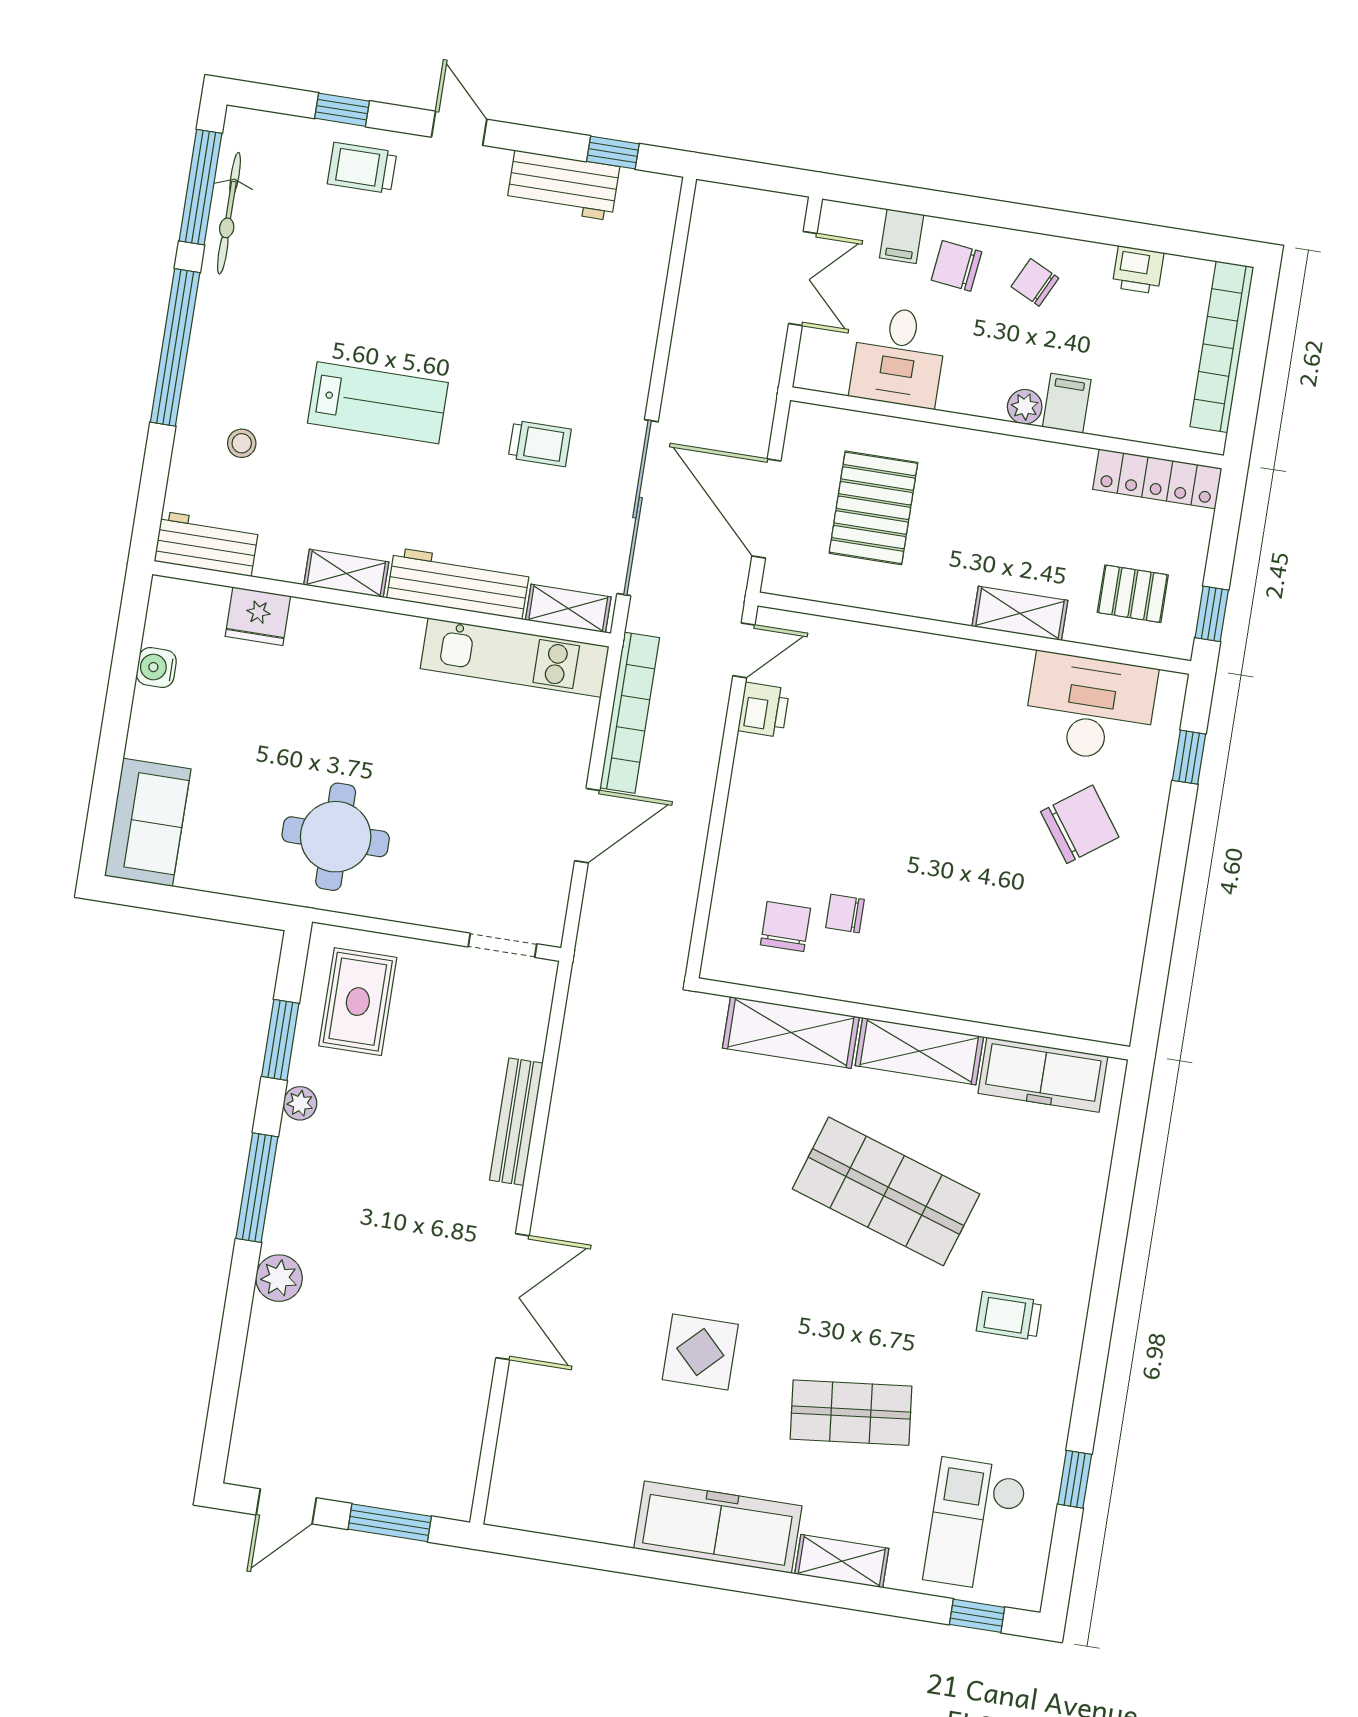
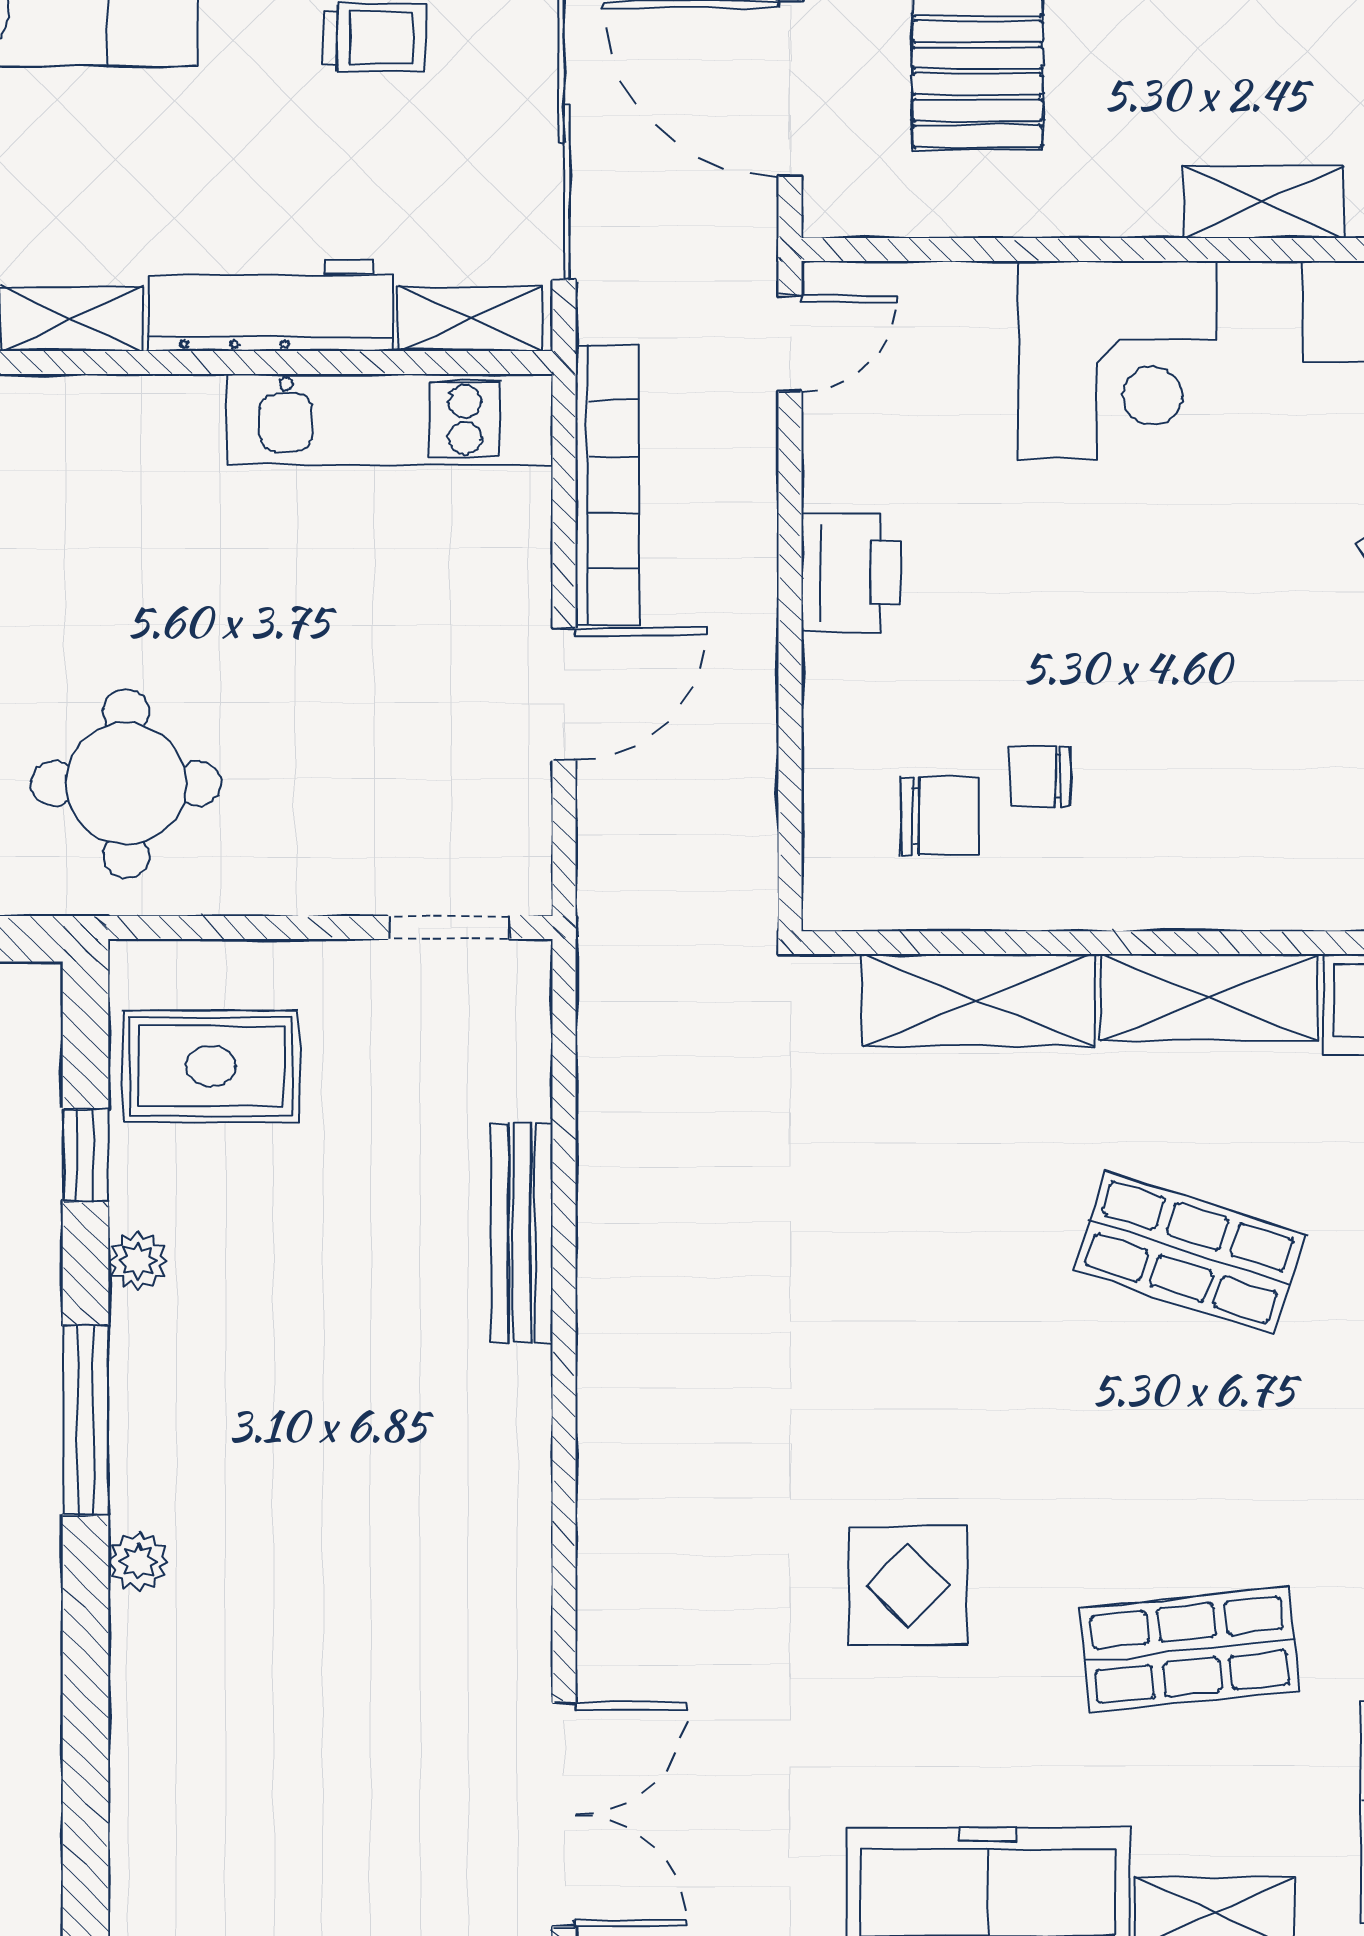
corner desk: (924, 688) -> (1117, 360), added
printer: (764, 710) -> (851, 573), moved, width x1.36, depth x1.24
chair: (785, 927) -> (940, 816), turned 90
rug: (358, 1002) -> (211, 1066), turned 90
window: (280, 1040) -> (86, 1155), width x0.67
shop shelf: (886, 1191) -> (1189, 1252), width x0.70, depth x0.74
plant: (279, 1278) -> (138, 1562), width x0.73, depth x0.73
double door: (513, 1297) -> (564, 1815), moved

